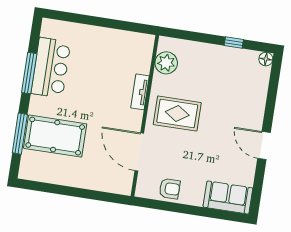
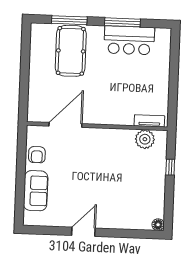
window: (234, 43) -> (170, 167), moved
tv unit: (140, 92) -> (149, 121), moved
rug: (177, 114) -> (102, 154), removed
sofa: (228, 197) -> (36, 191), moved

